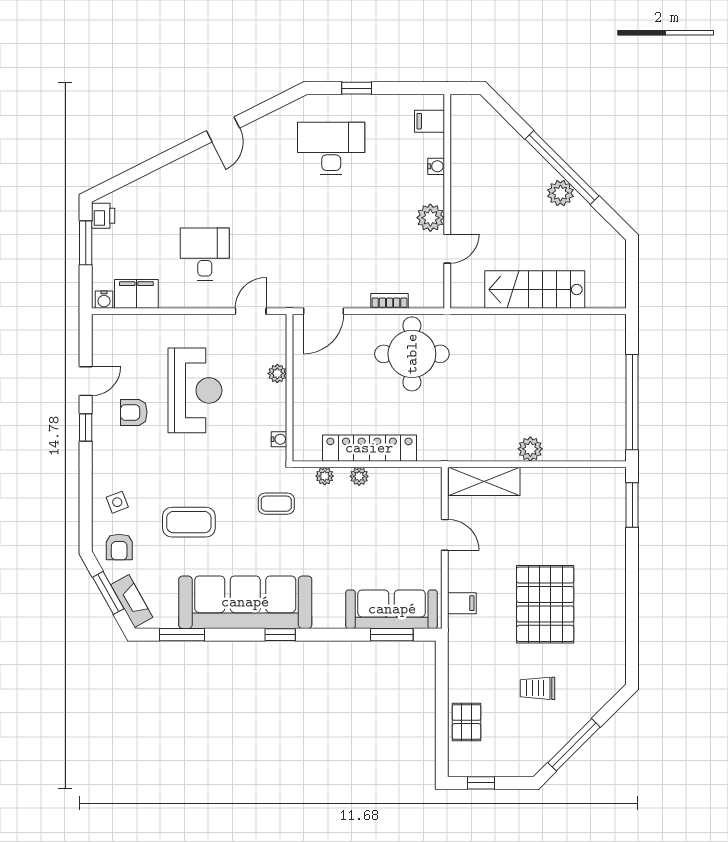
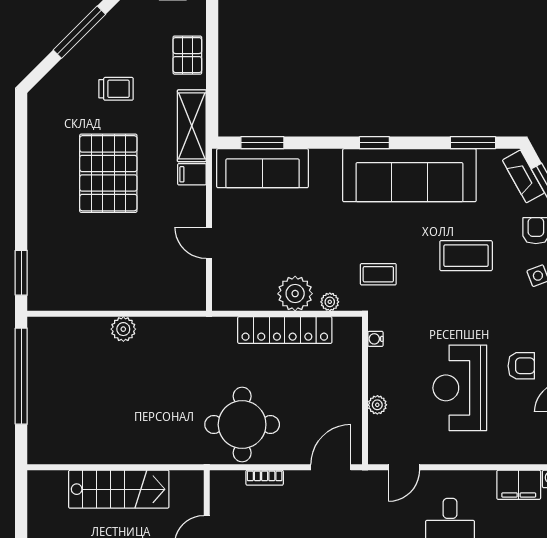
plant: (359, 476) -> (295, 294), width x1.88, depth x1.88
shelving: (484, 481) -> (192, 126), moved, turned 90

